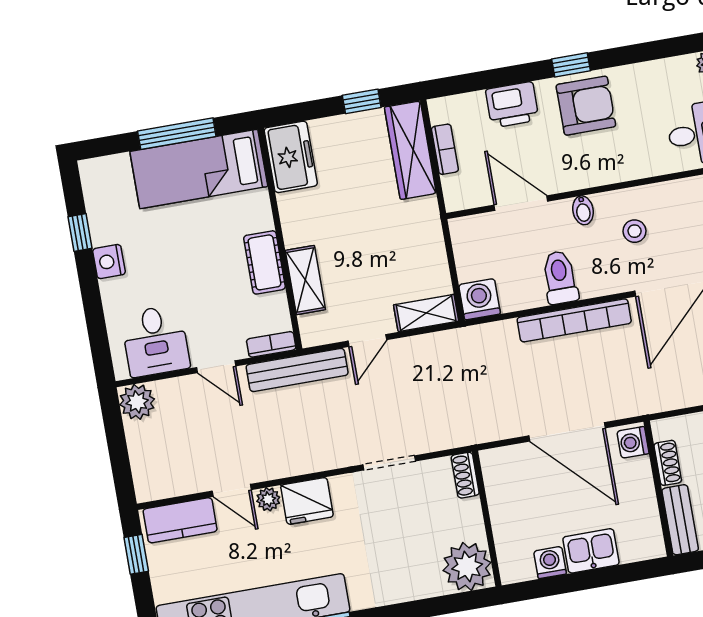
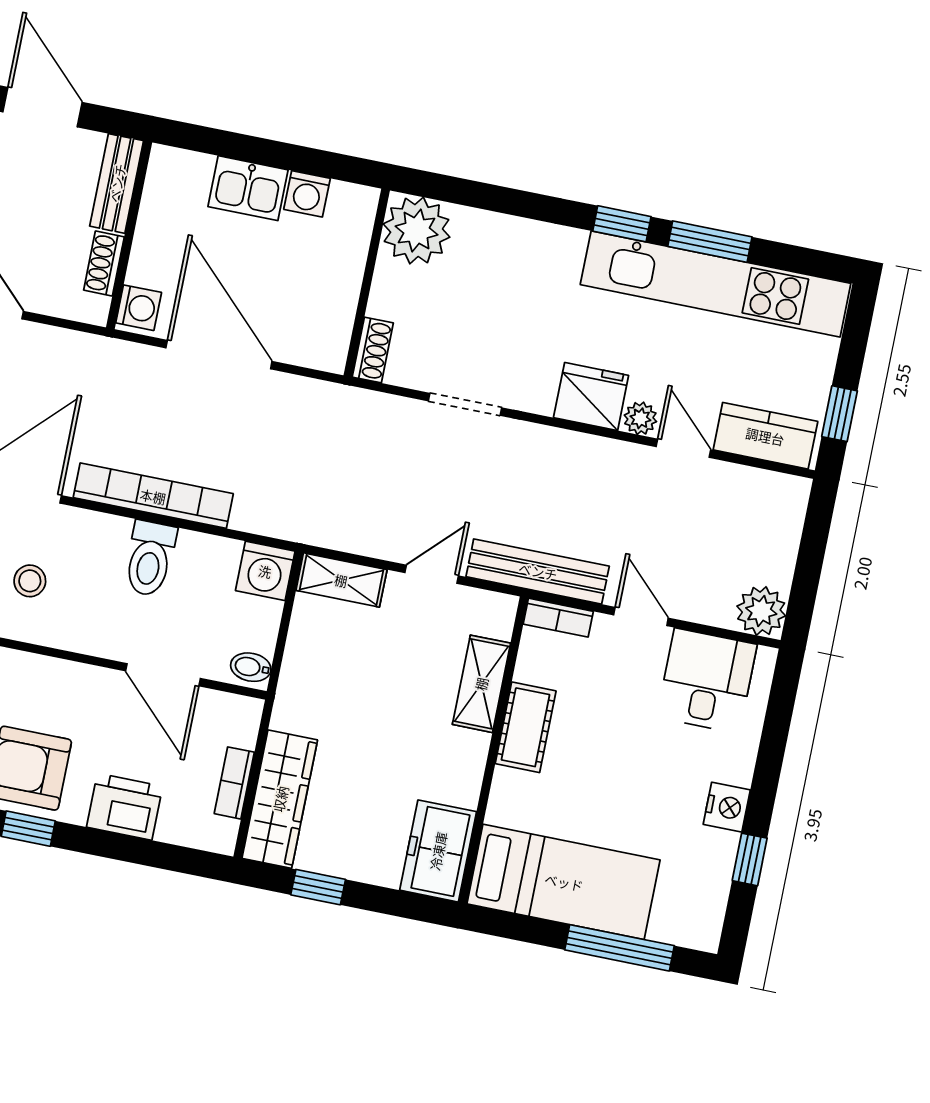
window: (177, 134) -> (620, 948), moved
bidet: (583, 210) -> (251, 667), moved, turned -90

